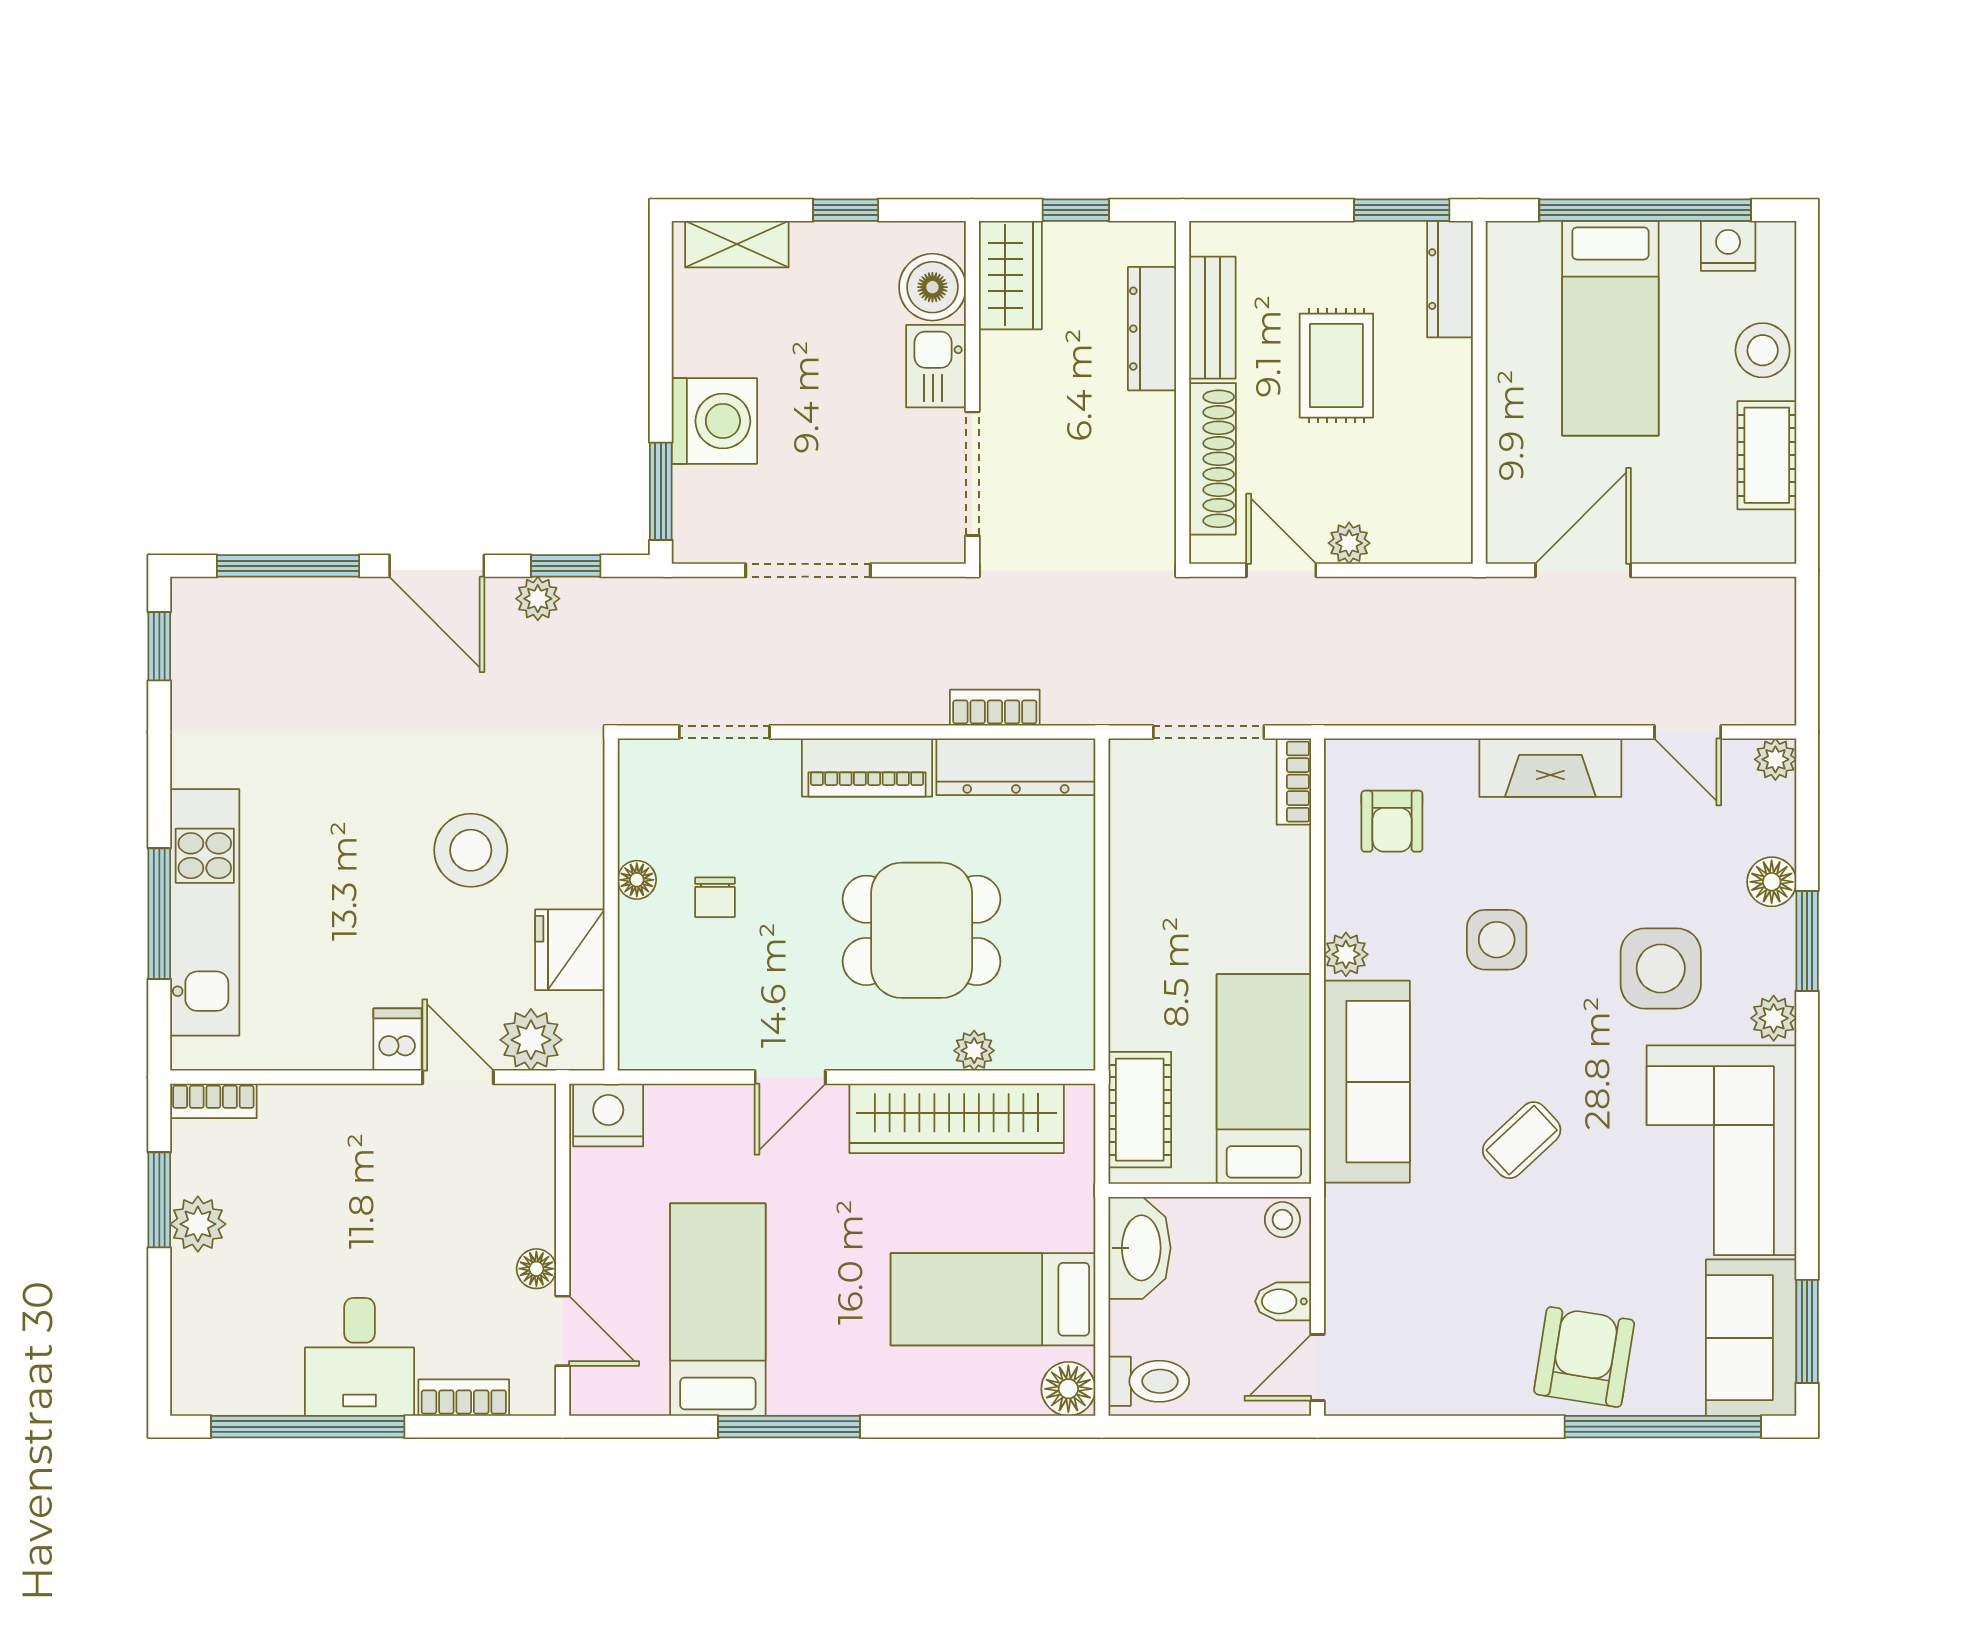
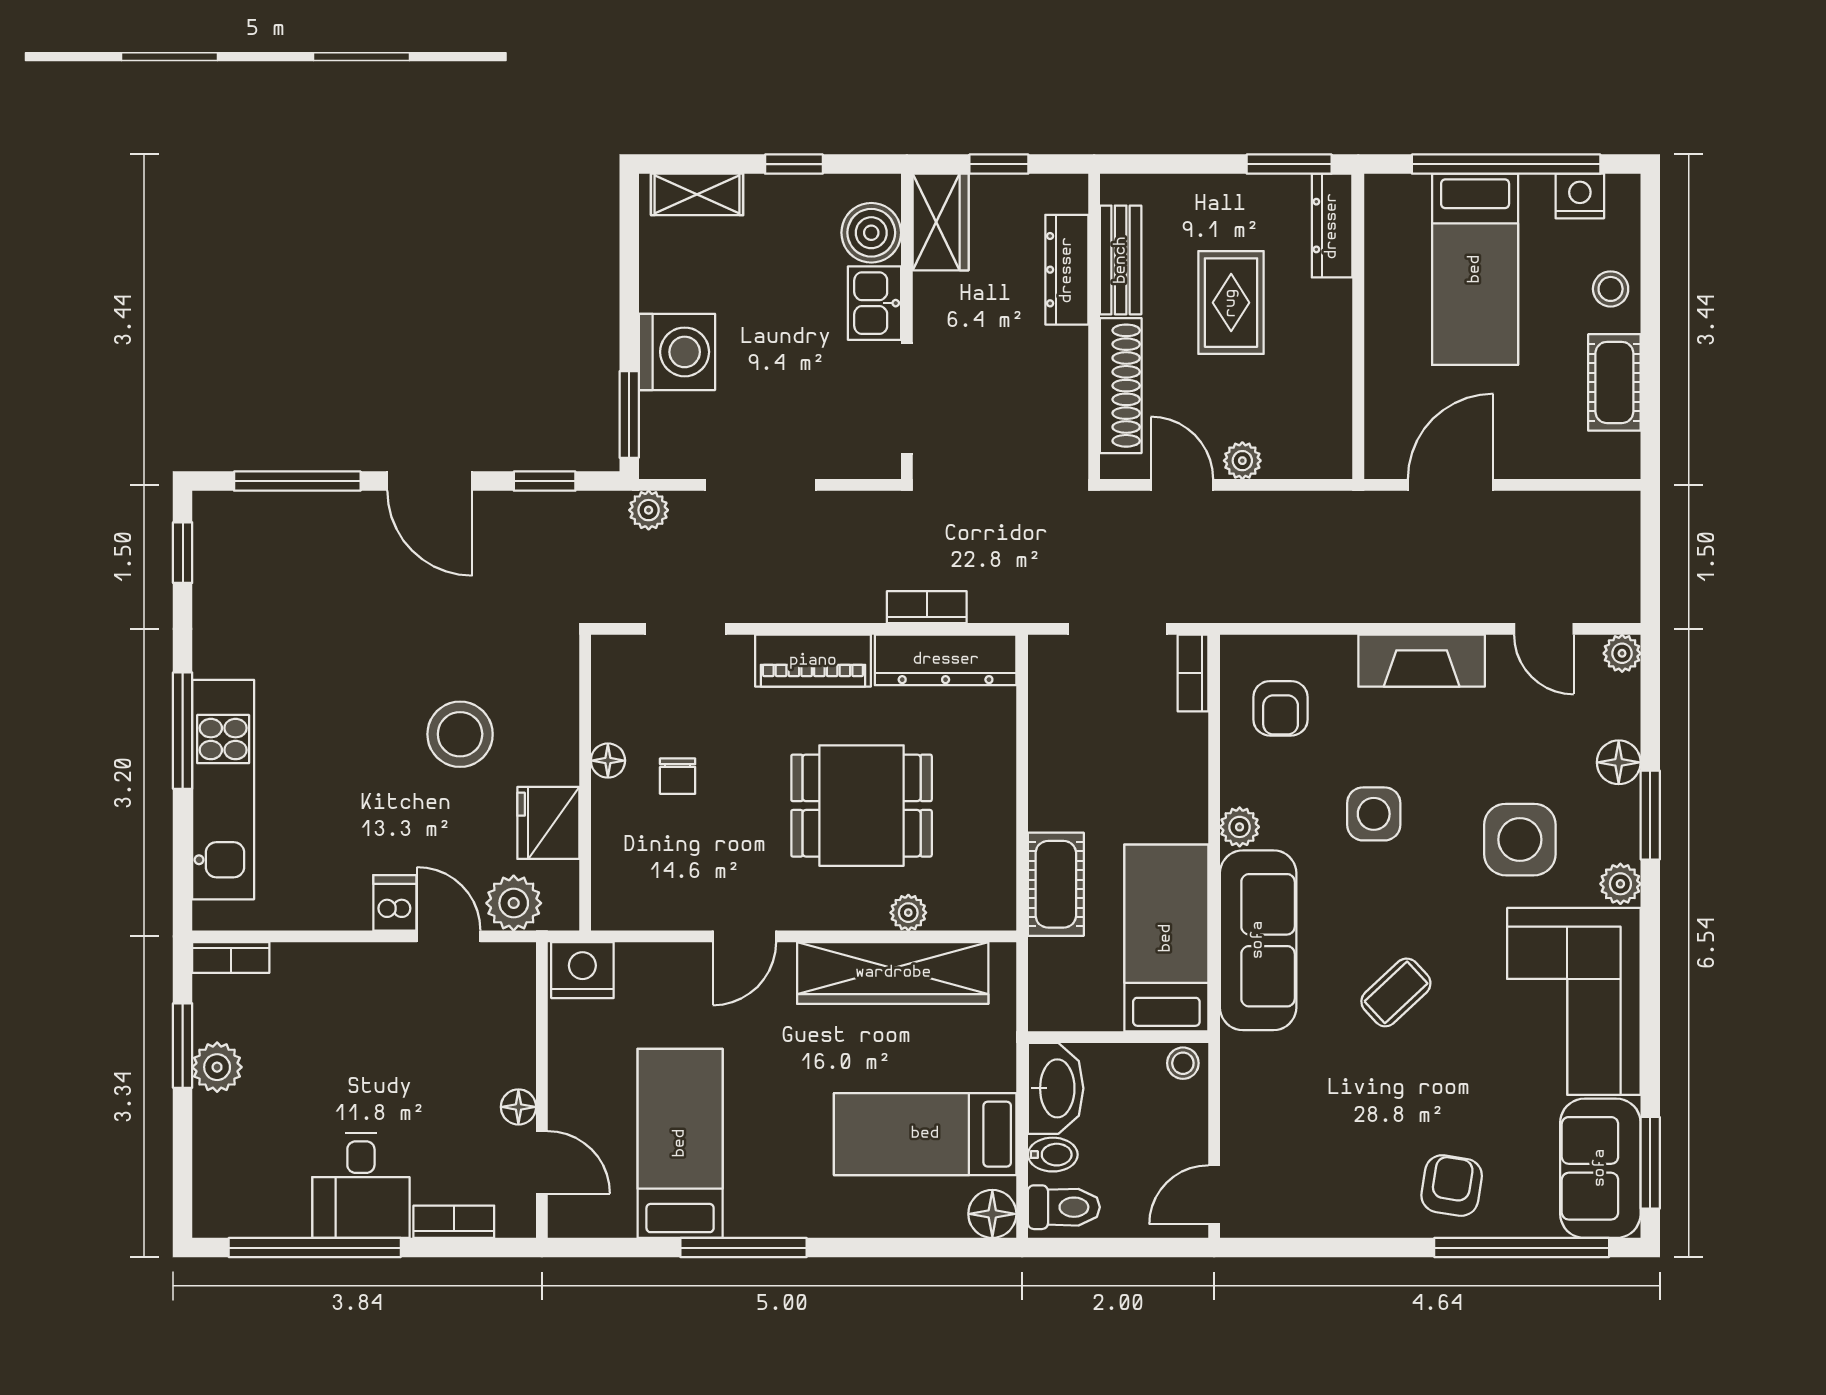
stool: (1763, 350) -> (1611, 289), width x0.73, depth x0.73
plant: (538, 599) -> (649, 510), moved
window: (159, 914) -> (183, 731), moved
cot: (1140, 1110) -> (1056, 884), moved
bidet: (1283, 1301) -> (1053, 1155), moved, turned 180
armchair: (1584, 1357) -> (1452, 1186), width x0.72, depth x0.72

